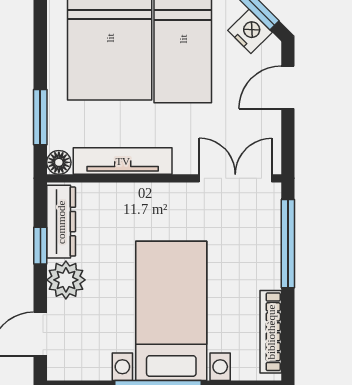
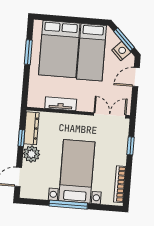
window: (40, 117) -> (28, 52), moved
tv unit: (123, 161) -> (61, 104), width x0.71
floor lamp: (59, 162) -> (32, 102), removed
window: (288, 244) -> (130, 146), width x0.46

